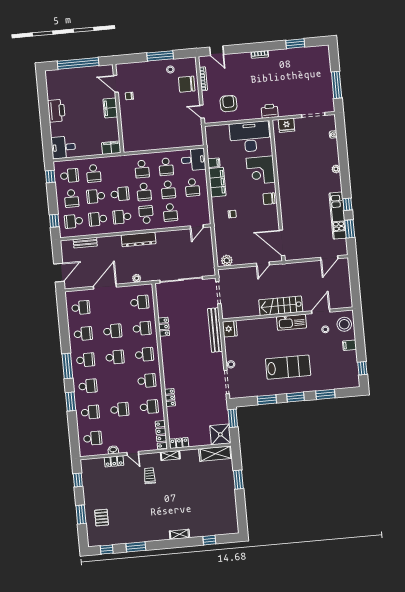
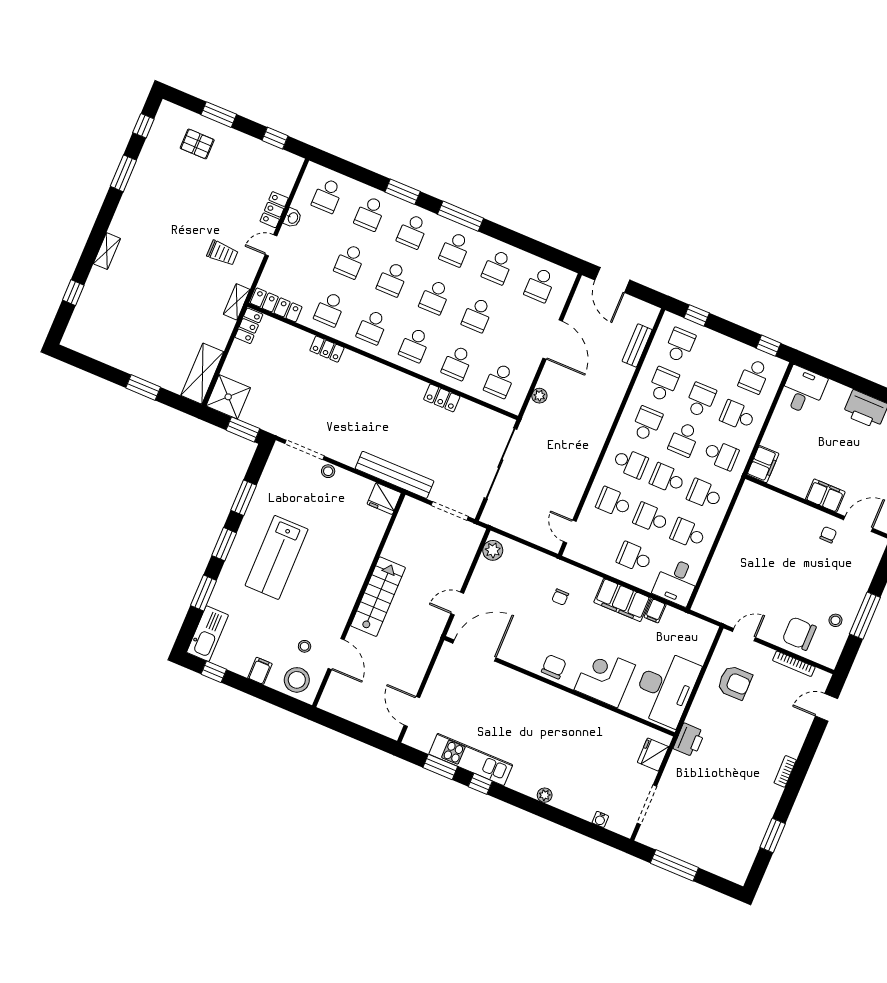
chair: (187, 84) -> (799, 634), turned -90
school desk: (72, 198) -> (721, 455), moved, turned 180
dresser: (139, 239) -> (598, 431), removed
door: (263, 264) -> (457, 603), hinge flipped
kitchen sink: (291, 322) -> (208, 634), moved, turned 180
school desk: (117, 383) -> (392, 279), added

